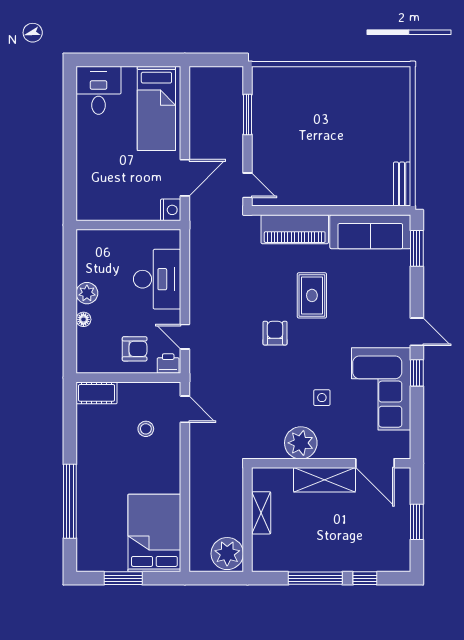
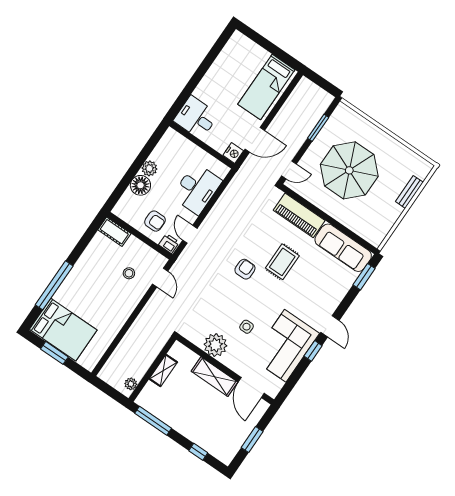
desk: (99, 90) -> (196, 118), moved, turned -90
parasol: (317, 139) -> (349, 170), added
bench: (402, 184) -> (409, 192), moved
door: (248, 185) -> (289, 170), hinge flipped
floor lamp: (83, 319) -> (140, 185), width x1.89, depth x1.89
bed: (154, 533) -> (63, 330), moved, turned 90
plant: (227, 554) -> (131, 384), width x0.53, depth x0.53
window: (315, 578) -> (153, 421), moved

